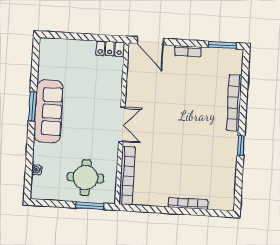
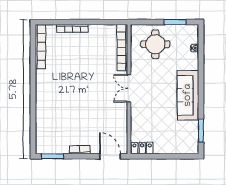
bookcase: (234, 103) -> (40, 47), moved
window: (33, 106) -> (201, 131), moved
window: (241, 146) -> (33, 77), removed
window: (90, 206) -> (175, 22), moved

